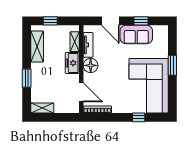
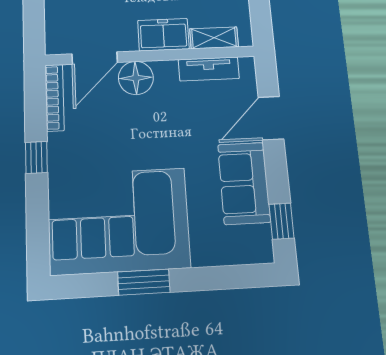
window: (141, 21) -> (281, 221), moved
floor lamp: (91, 65) -> (136, 78), moved
window: (172, 65) -> (144, 282), moved
window: (139, 117) -> (36, 157), moved

